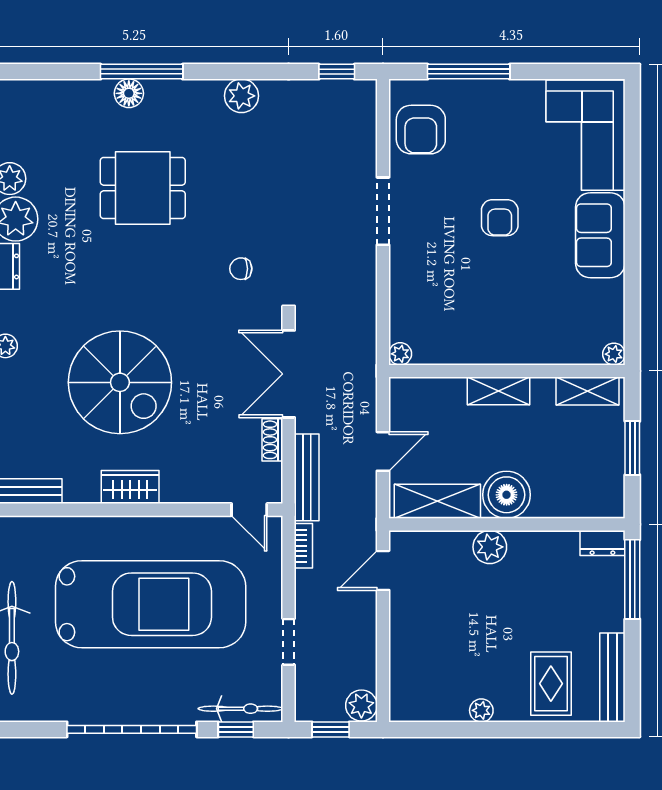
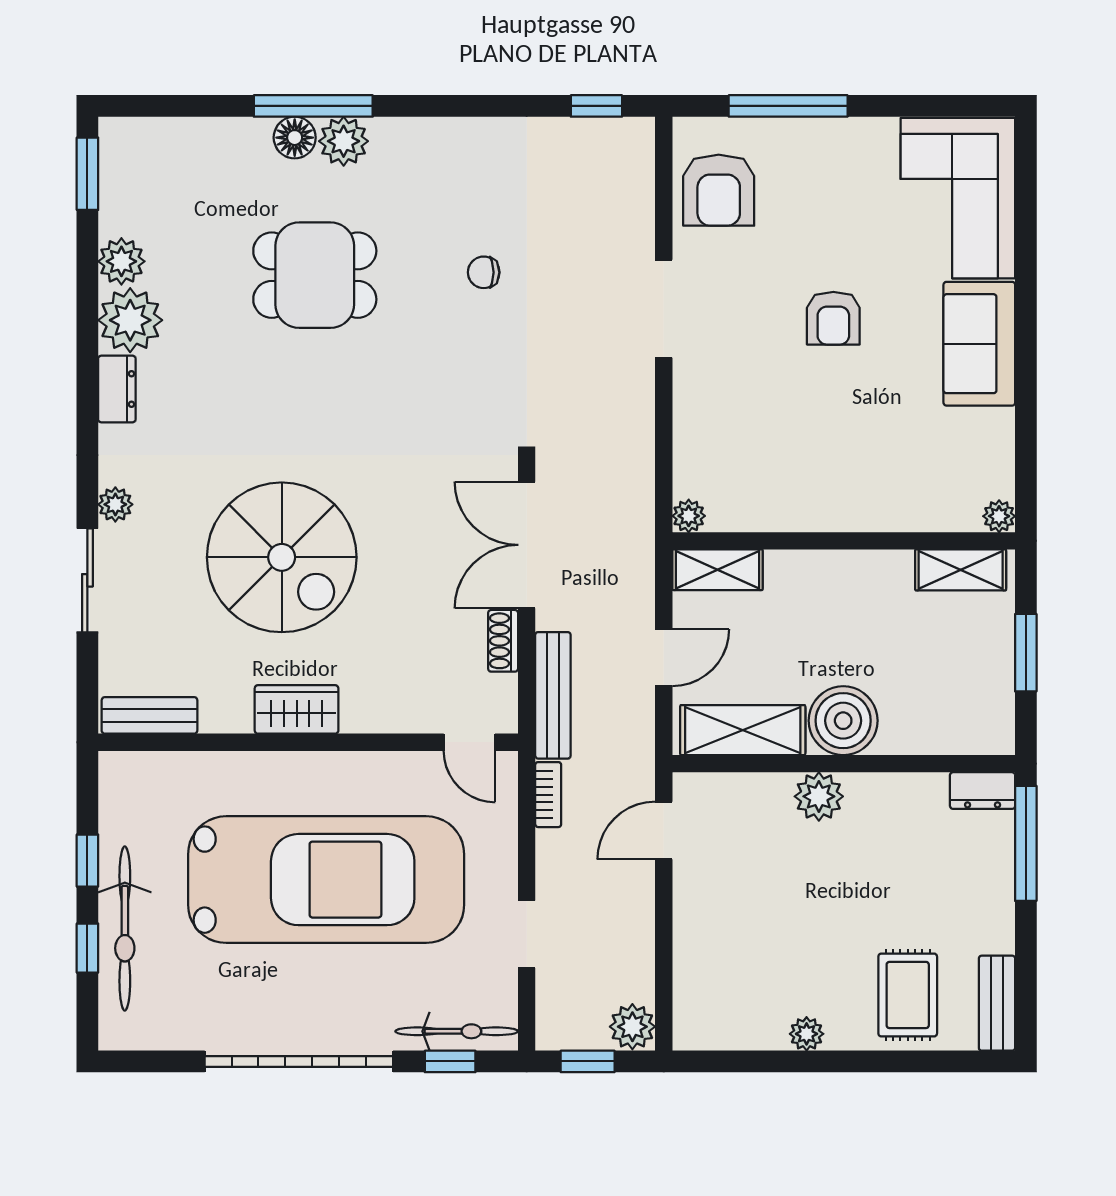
plant: (241, 96) -> (344, 141), moved
chair: (241, 269) -> (484, 272), moved
shelving: (498, 391) -> (718, 570), moved
bench: (612, 677) -> (997, 1003), width x0.73

